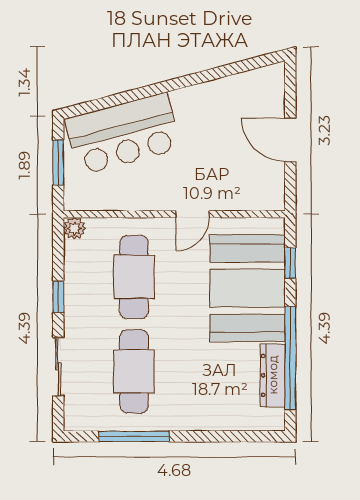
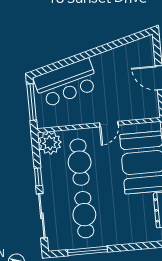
window: (58, 162) -> (32, 102), width x1.44
plant: (74, 228) -> (50, 143), width x1.88, depth x1.88
sliding door: (58, 366) -> (42, 216), width x1.37

